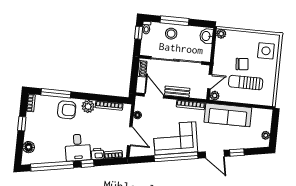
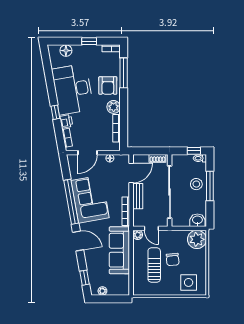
plant: (221, 34) -> (197, 239), width x1.87, depth x1.87
desk: (78, 148) -> (73, 89), width x1.87, depth x1.30
window: (237, 152) -> (85, 278), moved
door: (215, 154) -> (78, 241), swing flipped
window: (52, 166) -> (49, 77), removed

